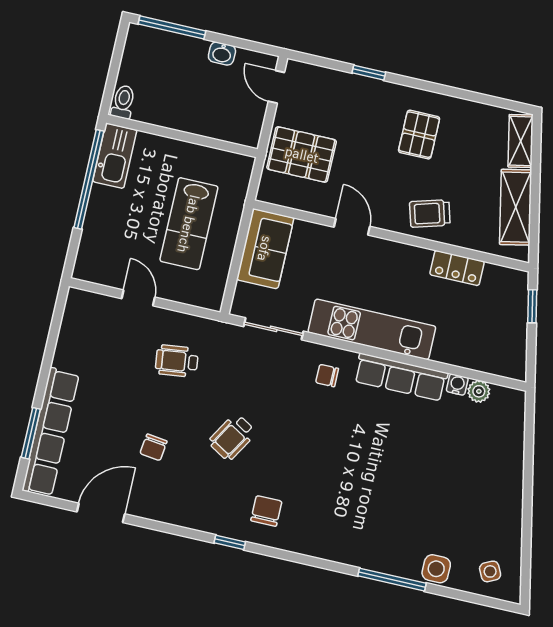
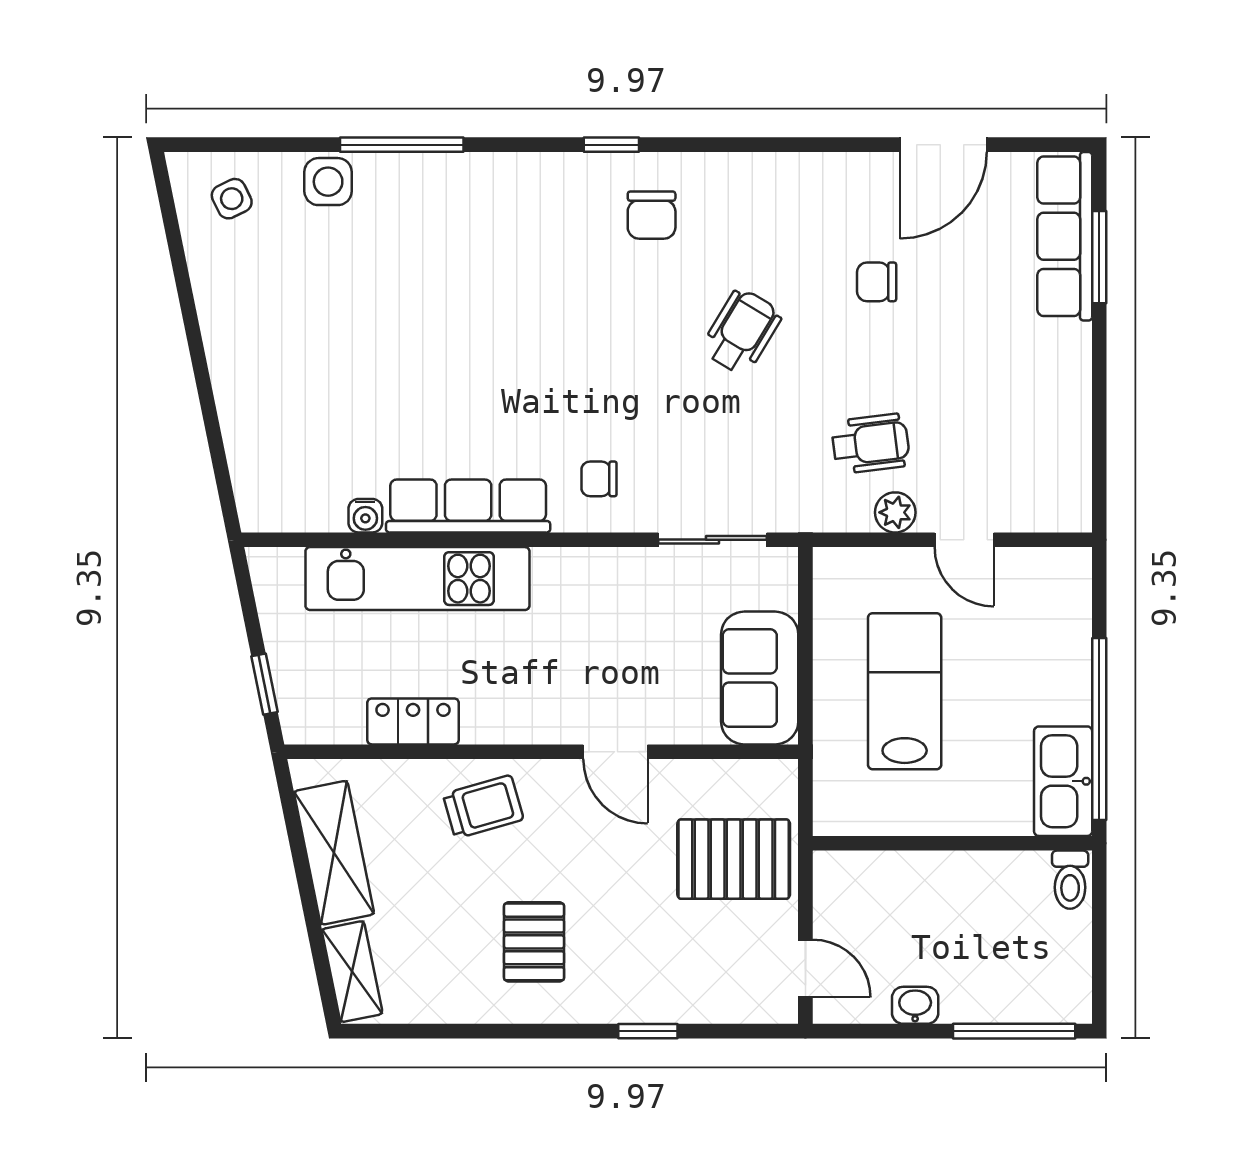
kitchen unit: (372, 329) -> (417, 579), moved
chair: (327, 376) -> (599, 479), turned 180
plant: (479, 391) -> (895, 512), moved
row of seats: (51, 432) -> (1065, 236), width x0.73
chair: (154, 447) -> (877, 282), turned -97
window: (230, 542) -> (611, 145), moved

